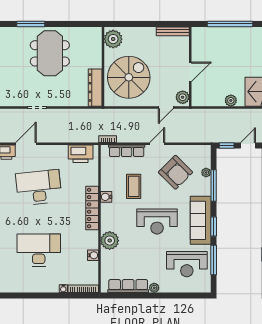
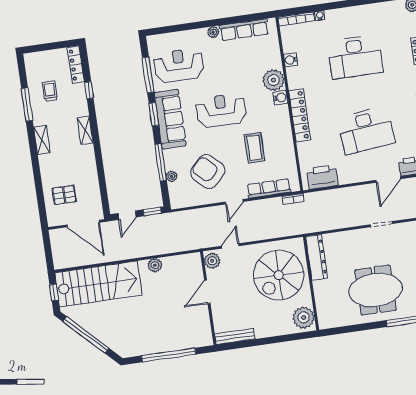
meeting table: (50, 53) -> (376, 290), turned 90
water cooler: (106, 197) -> (280, 98), moved

